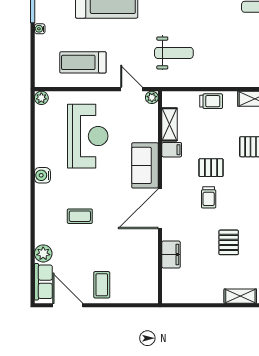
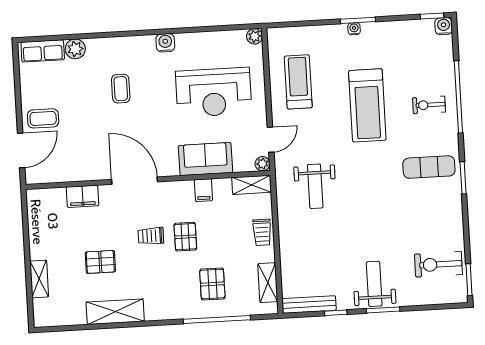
water cooler: (40, 29) -> (354, 29), moved
shelving: (170, 124) -> (252, 185), moved
sofa: (145, 165) -> (206, 159), moved
door: (68, 305) -> (21, 150), moved

